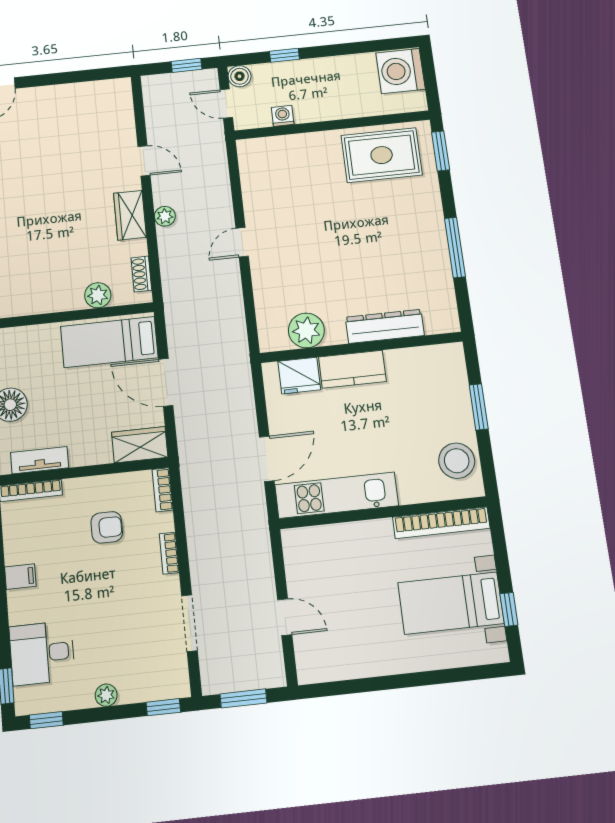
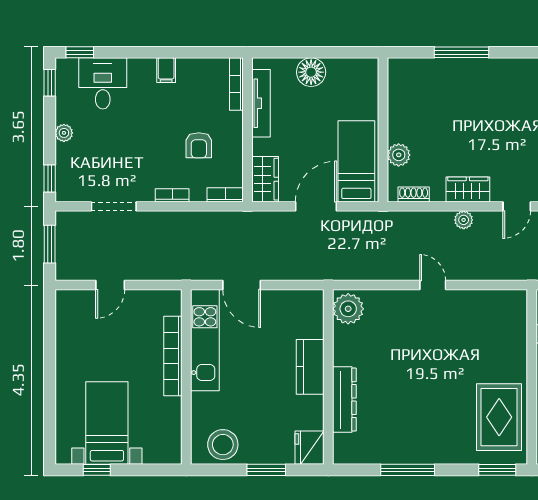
plant: (306, 330) -> (348, 309), moved
fridge: (299, 376) -> (310, 448), moved
tv unit: (40, 460) -> (261, 103), width x1.41
bookcase: (441, 523) -> (173, 356), moved

